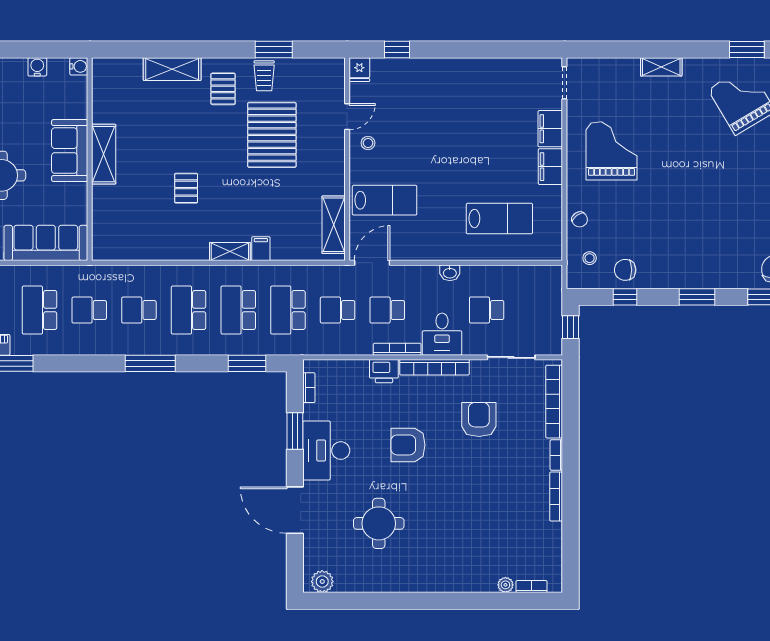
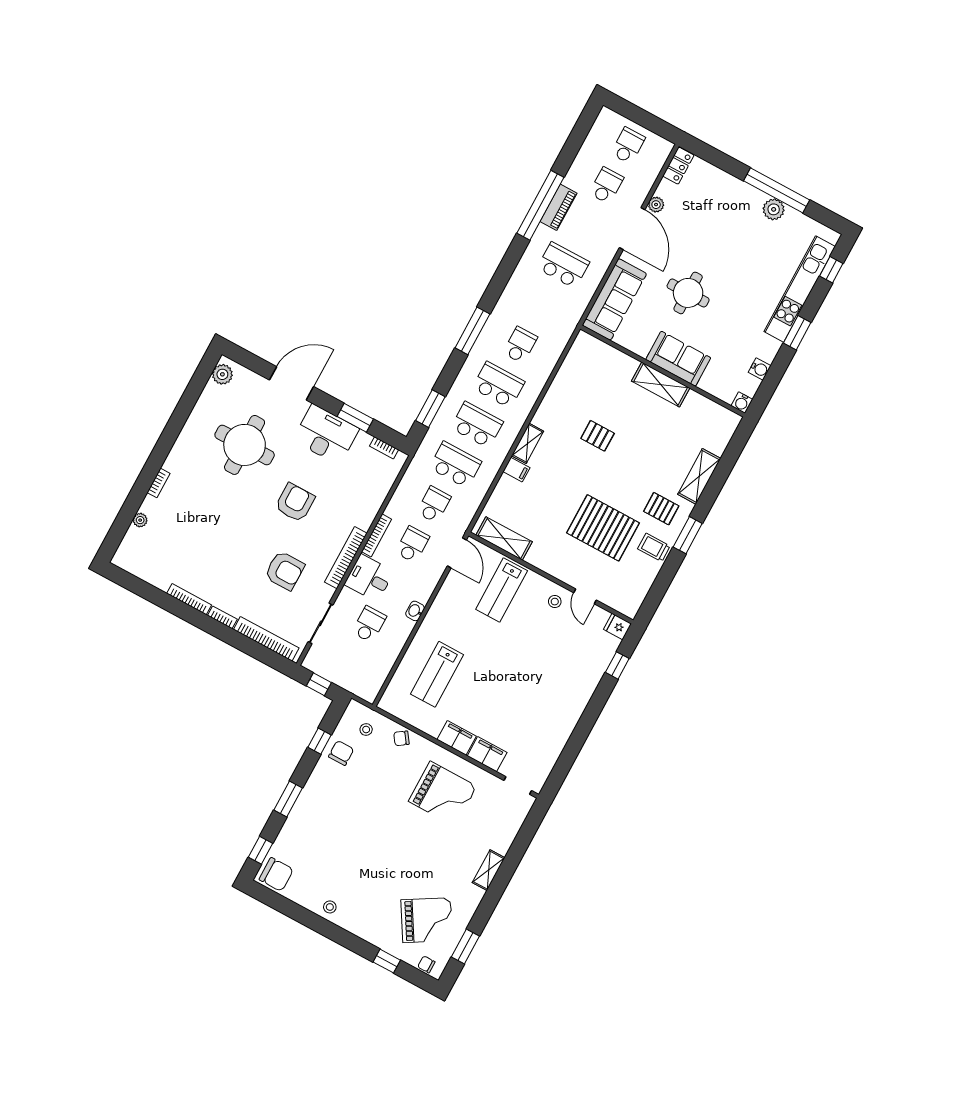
window: (274, 49) -> (688, 535), moved
school desk: (89, 310) -> (542, 305), removed
printer: (384, 371) -> (365, 515), removed
round table: (379, 523) -> (245, 445), width x1.36, depth x1.36
bookcase: (532, 587) -> (158, 483), moved

